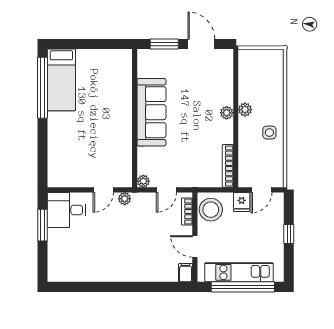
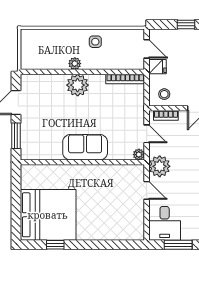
bed: (61, 80) -> (48, 215), width x2.04
window: (42, 88) -> (55, 245), width x0.32
sofa: (151, 112) -> (85, 147), width x0.73
plant: (227, 113) -> (78, 85), width x1.88, depth x1.88
plant: (125, 199) -> (160, 166), width x1.88, depth x1.88
stool: (211, 210) -> (164, 94), width x0.53, depth x0.53

